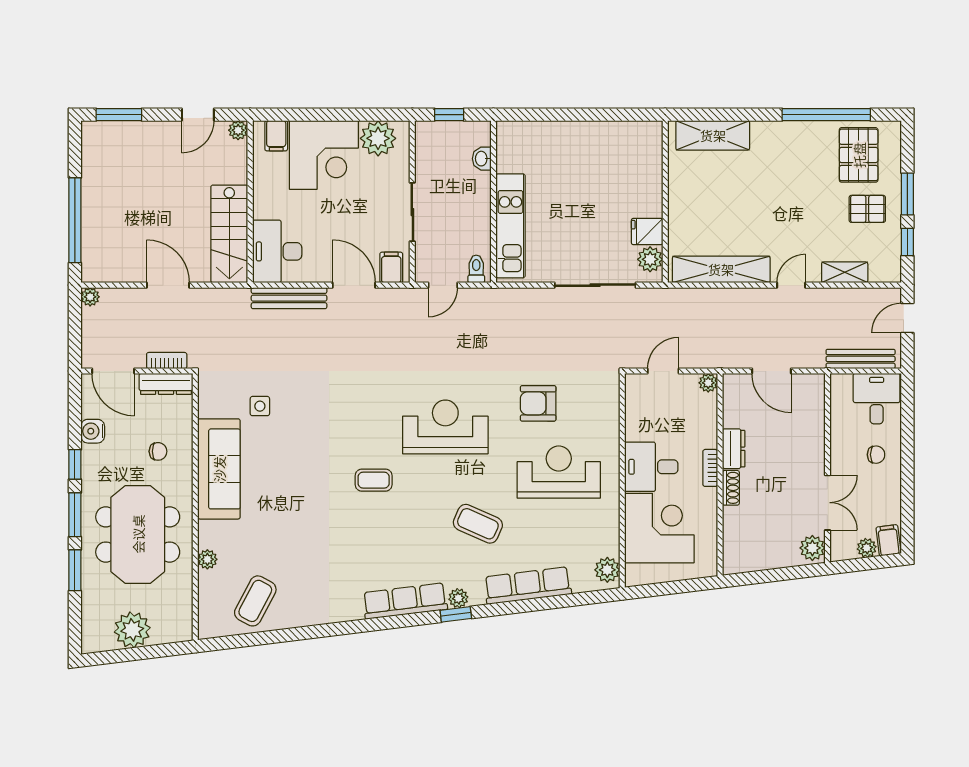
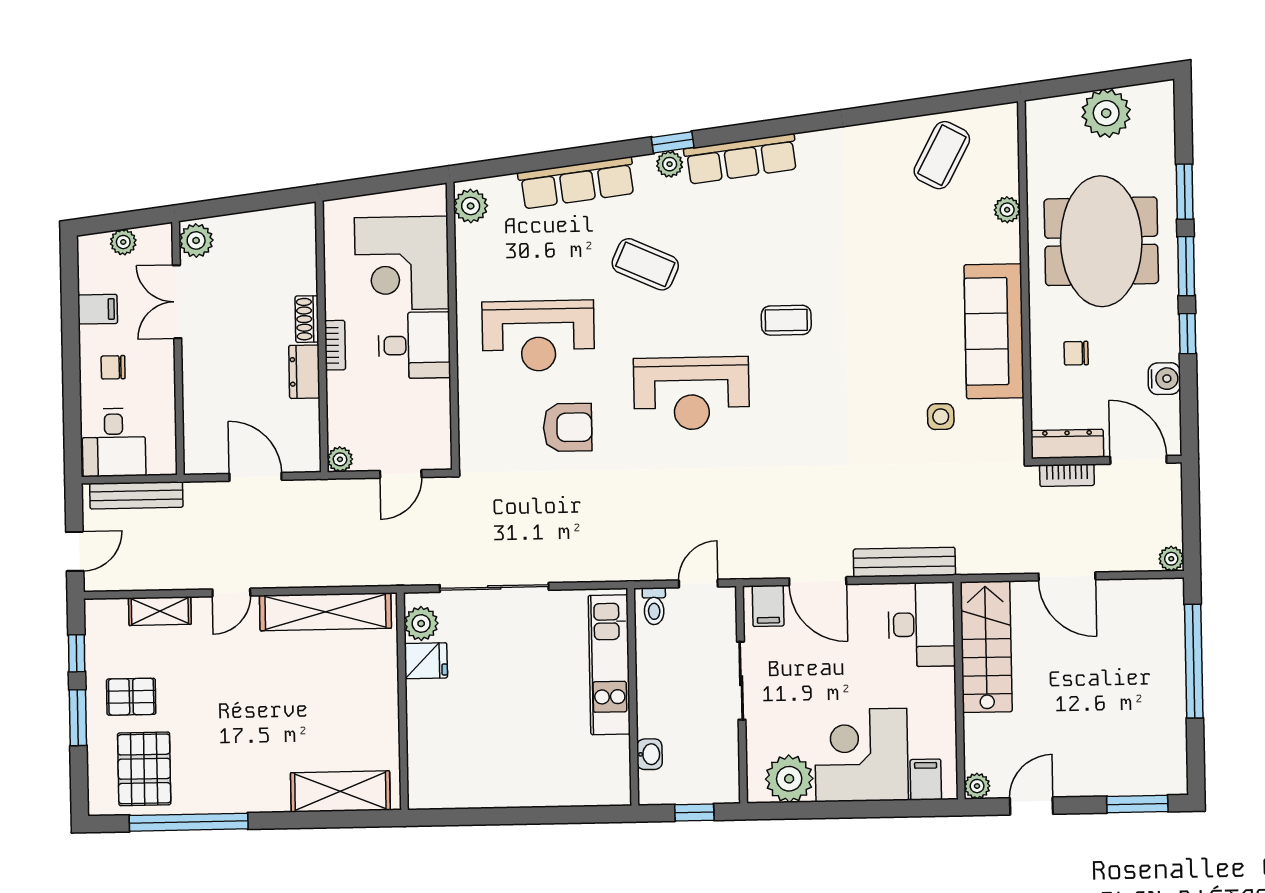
filing cabinet: (888, 540) -> (98, 309), moved, turned -83

